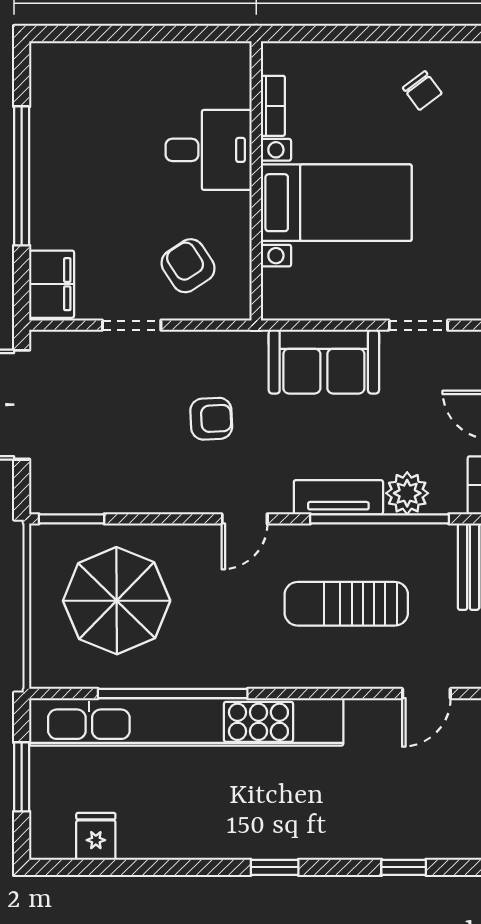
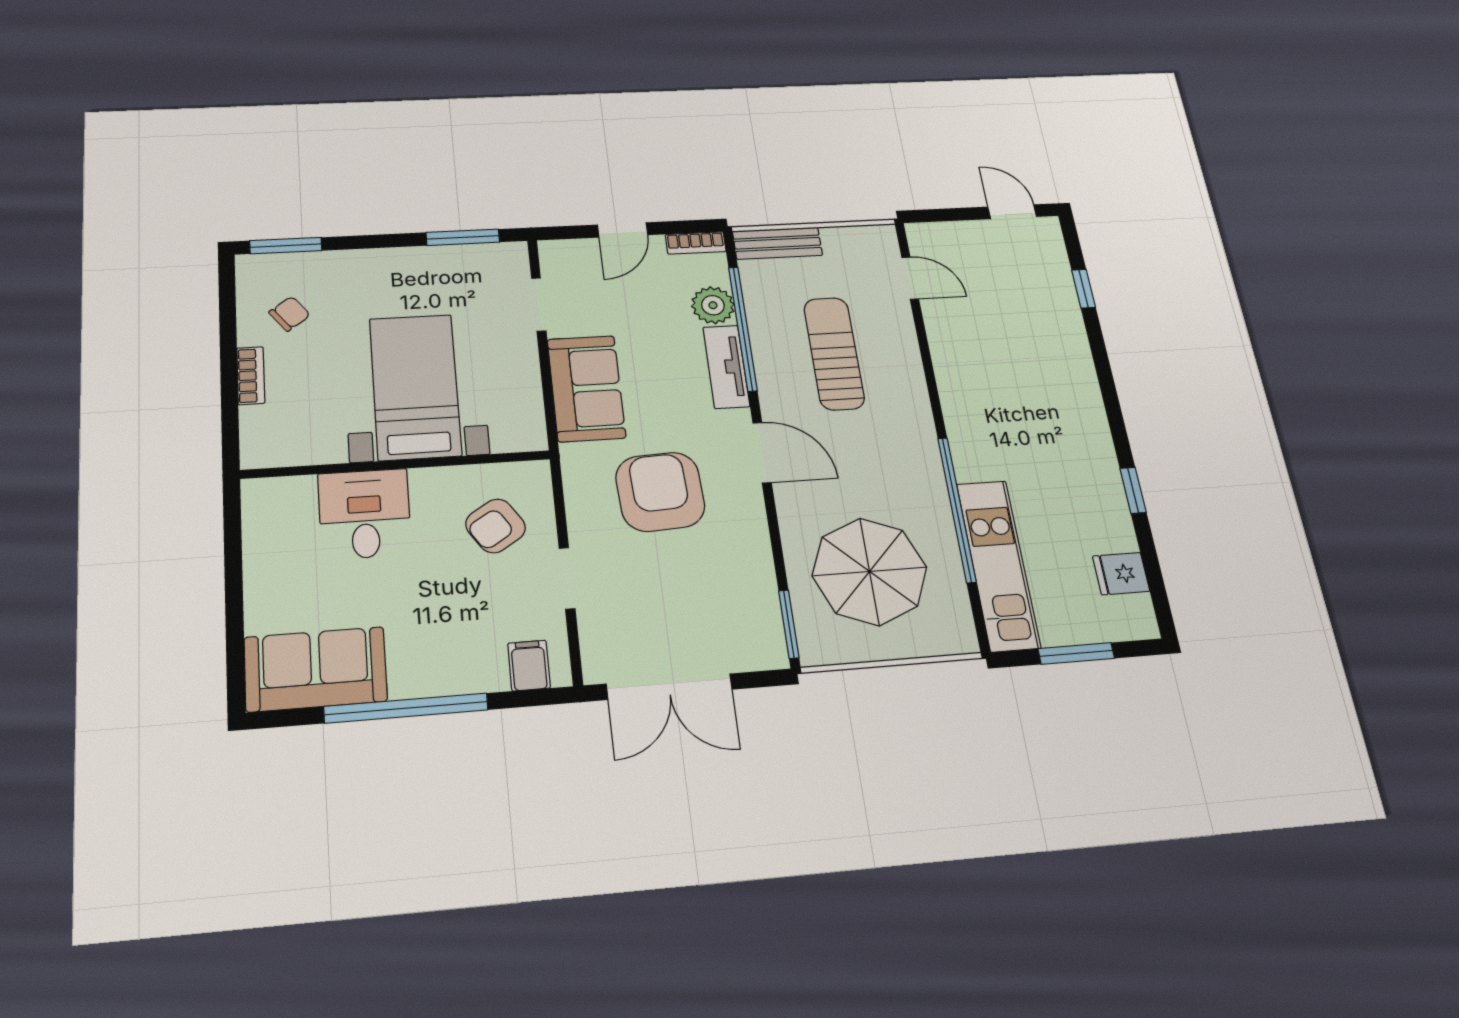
sofa: (64, 101) -> (316, 669), added
bookcase: (273, 106) -> (251, 376), moved, turned 90
filing cabinet: (52, 284) -> (529, 666), width x0.50
armchair: (211, 419) -> (660, 492), width x1.88, depth x1.88
door: (245, 519) -> (762, 453), width x1.38
sun lounger: (346, 604) -> (834, 353), turned 180
kitchen unit: (186, 722) -> (998, 565), width x0.54
window: (275, 867) -> (1133, 490), moved

